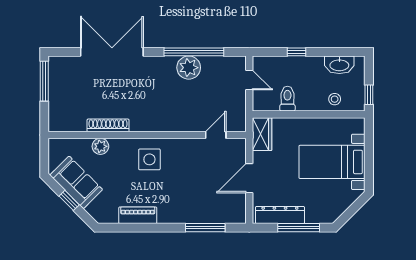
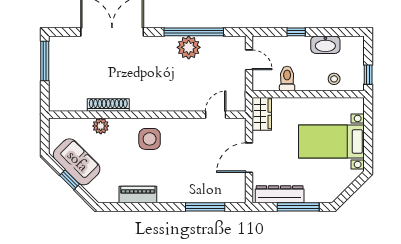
washbasin: (339, 65) -> (325, 45), moved

